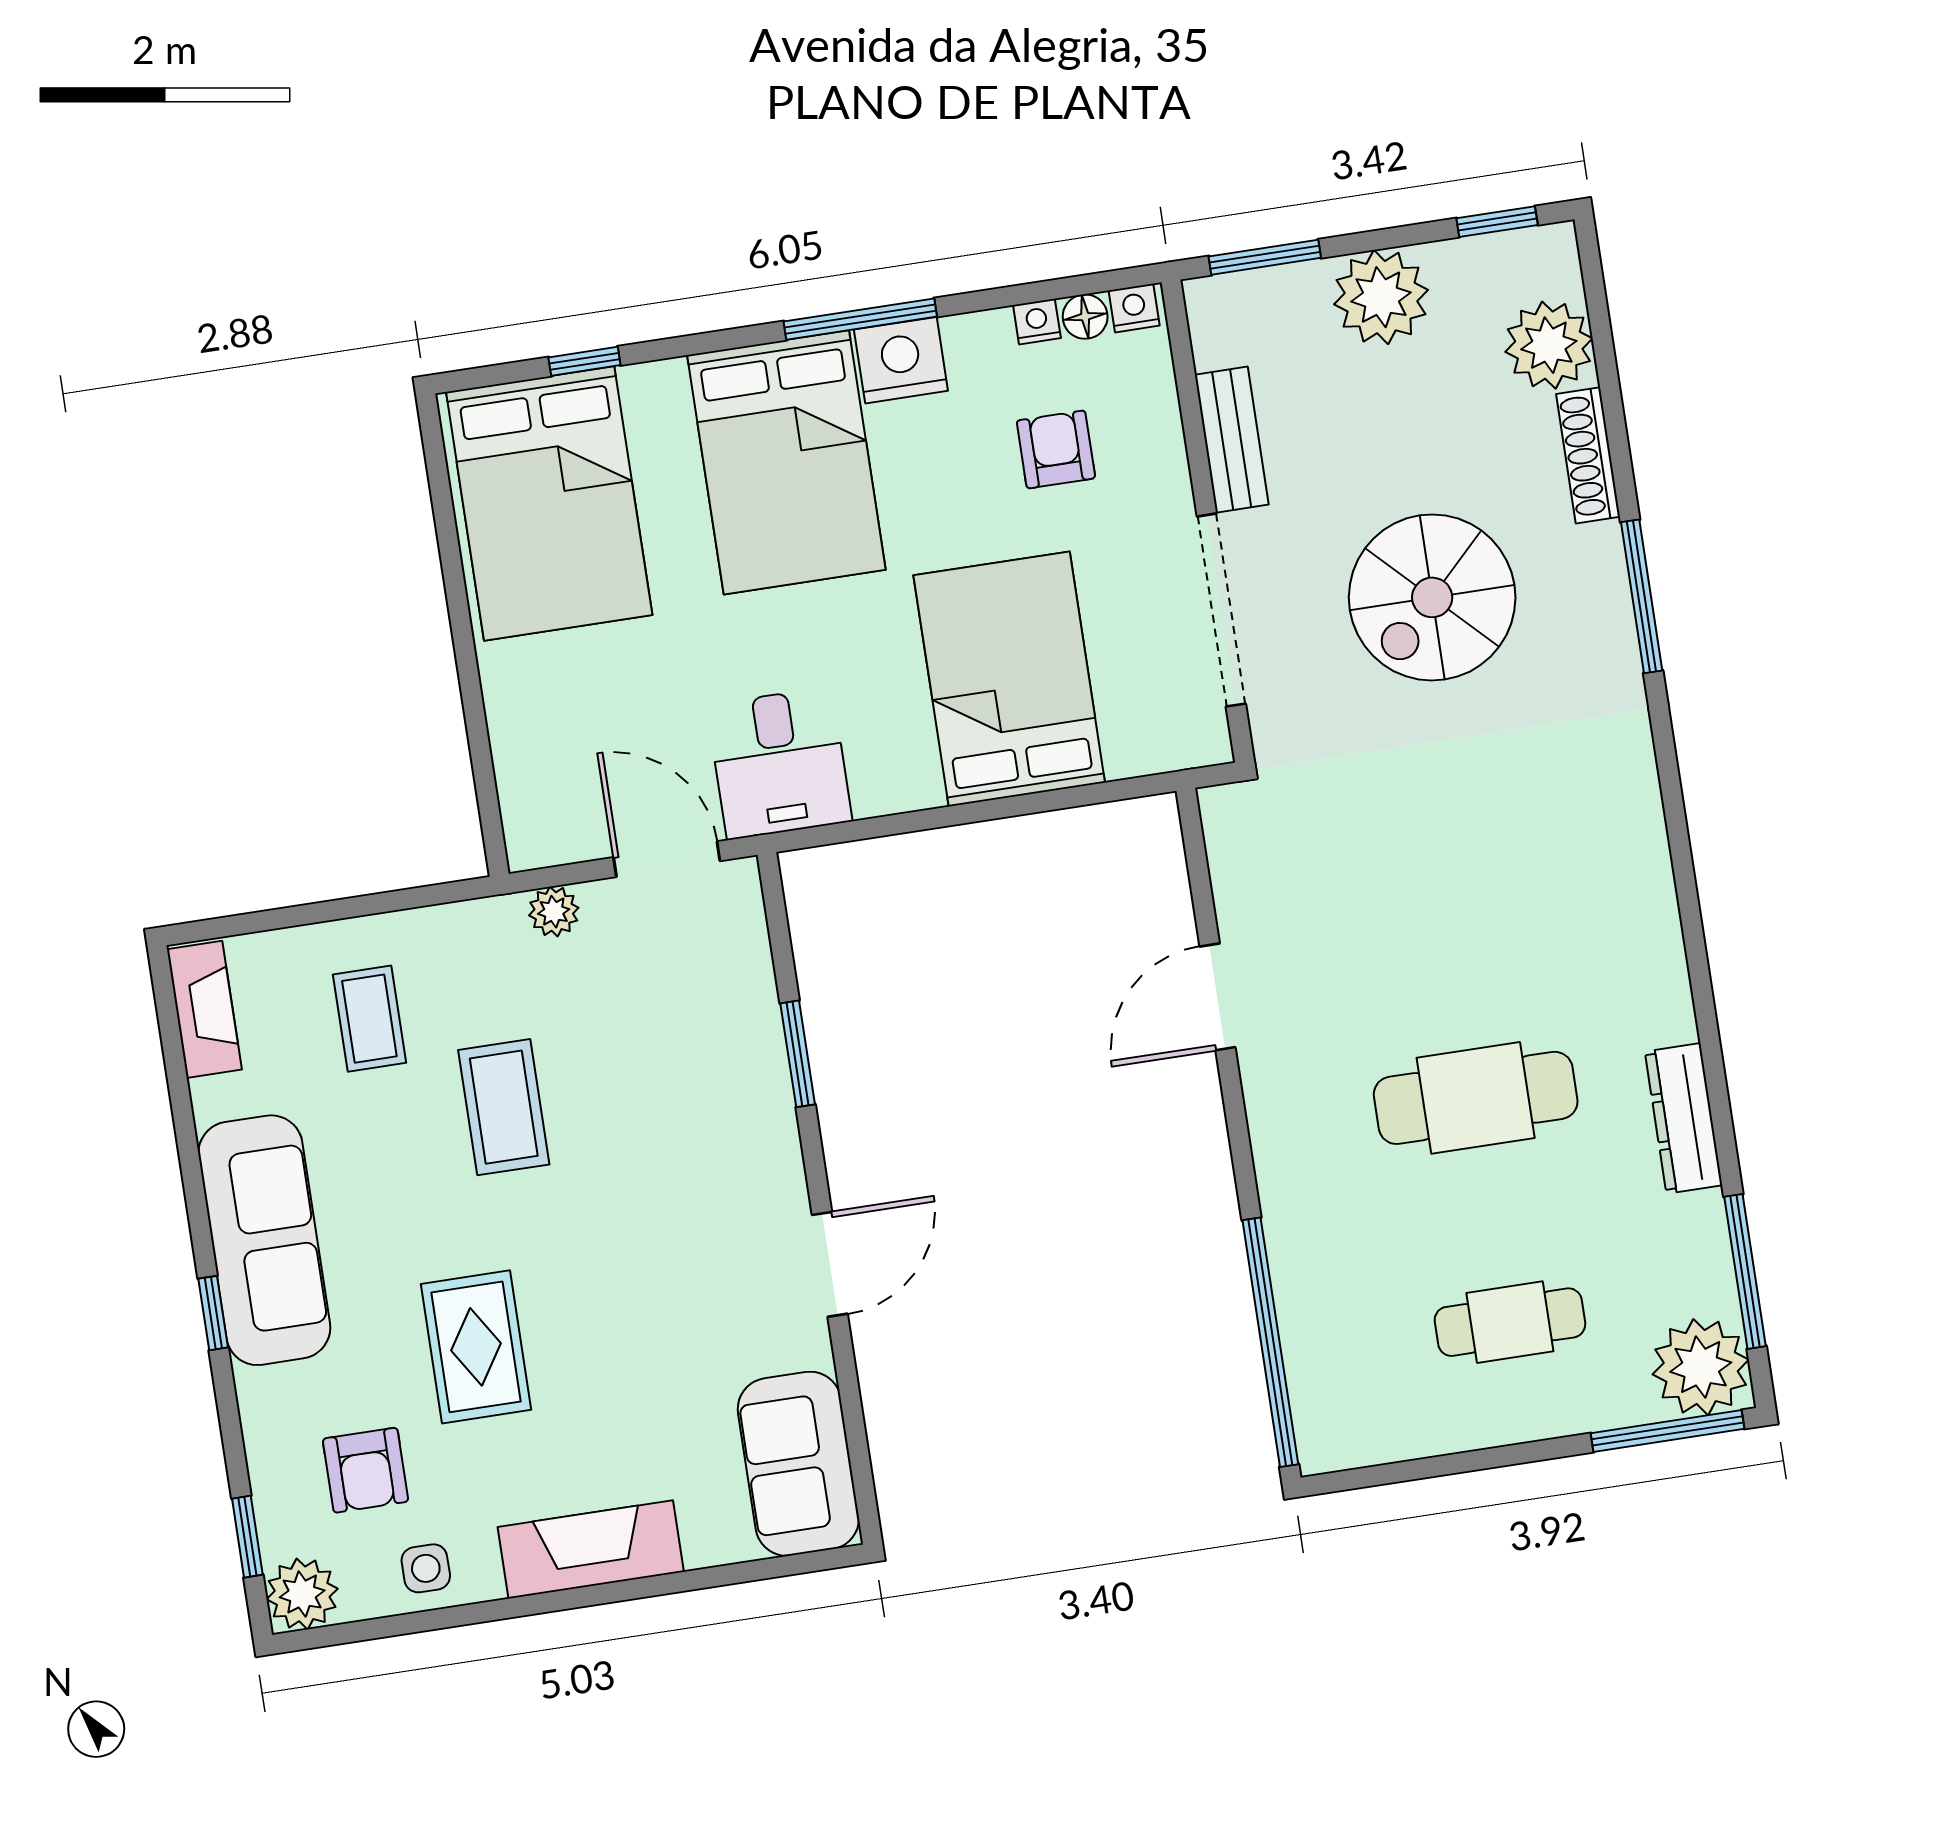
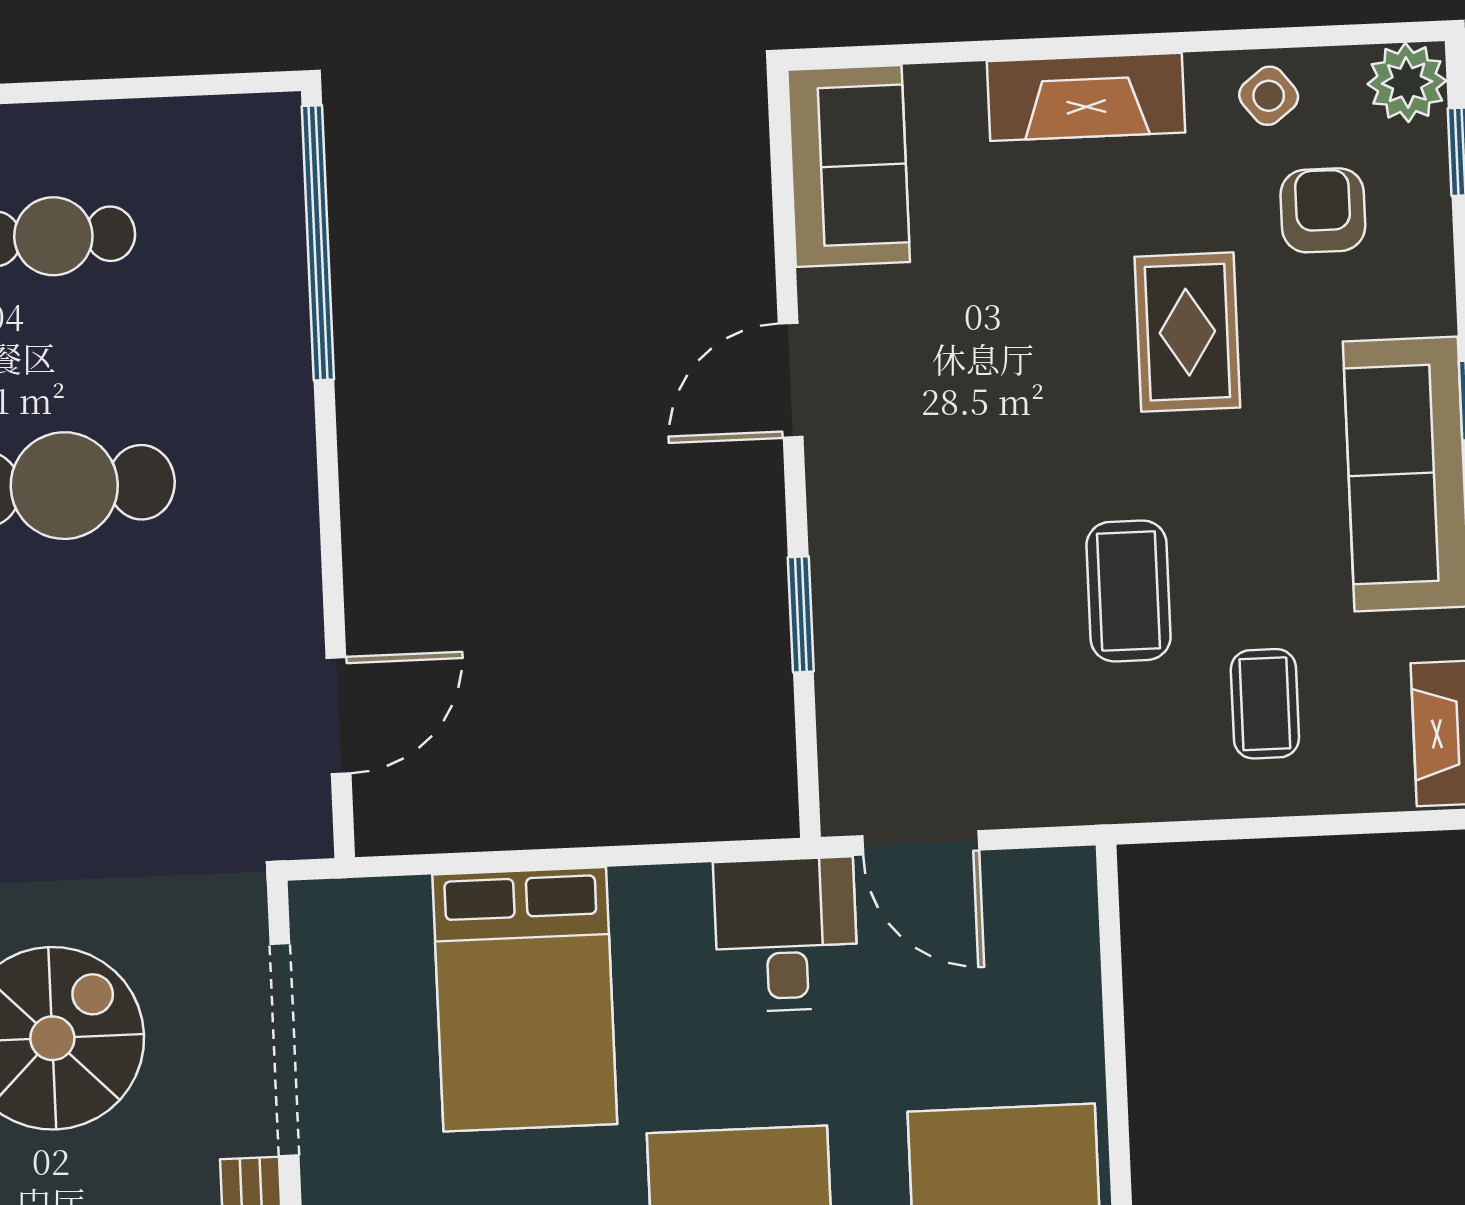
plant: (554, 912) -> (1051, 799), removed
door: (1218, 997) -> (339, 715), moved
side table: (426, 1568) -> (1269, 96), turned -38

